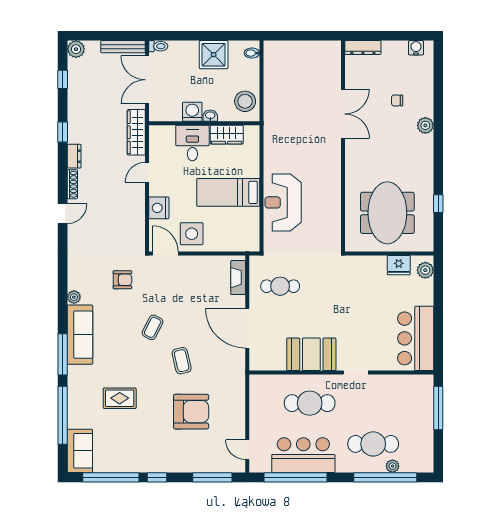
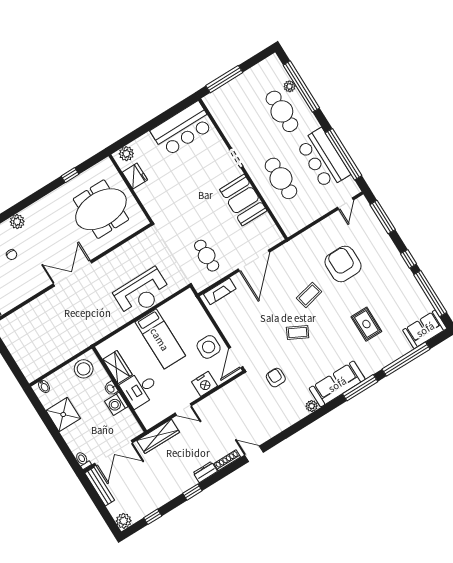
double door: (343, 114) -> (72, 273), moved

